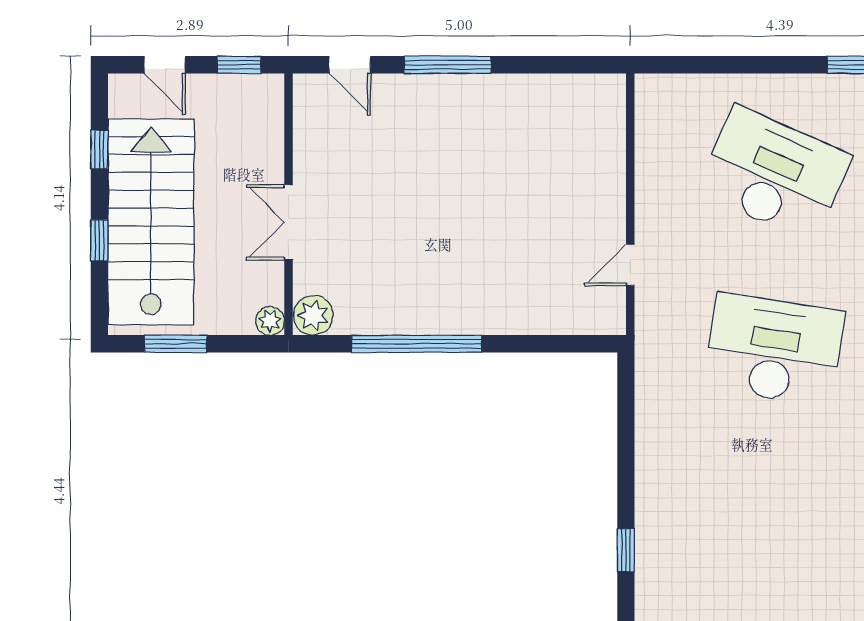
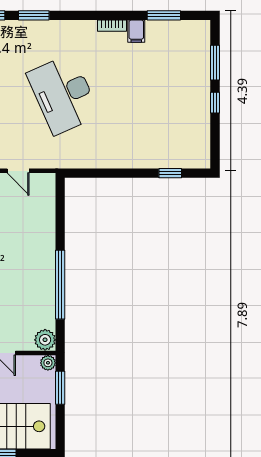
window: (176, 344) -> (60, 388), moved
desk: (774, 350) -> (63, 94), turned -33

